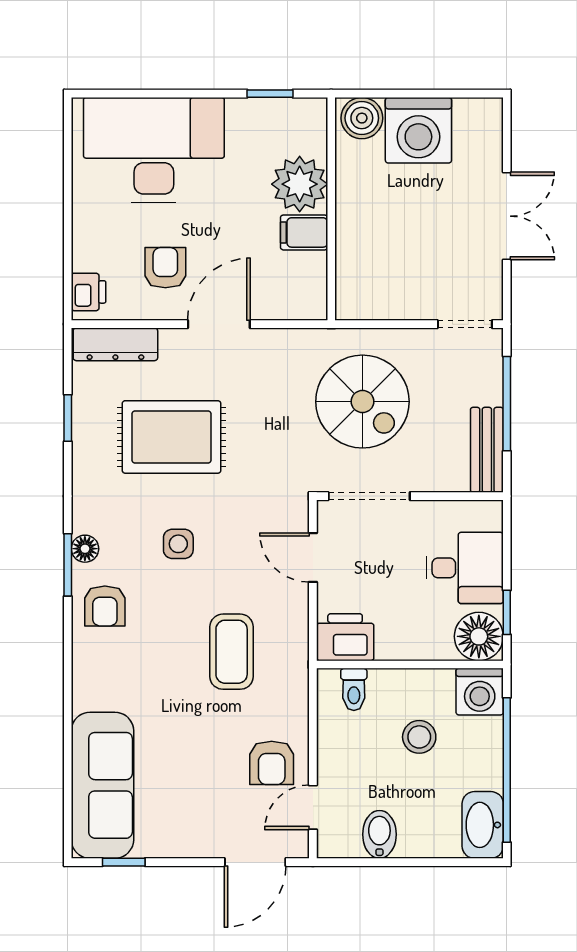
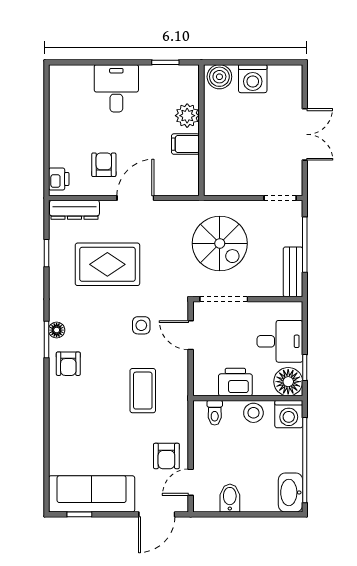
washing machine: (418, 130) -> (253, 79), width x0.73, depth x0.73
desk: (154, 150) -> (116, 88), width x0.53, depth x0.77
plant: (300, 184) -> (187, 116), width x0.73, depth x0.73
side table: (178, 544) -> (141, 325), moved
printer: (345, 637) -> (235, 382), moved
stool: (419, 737) -> (253, 413), moved
sofa: (102, 785) -> (92, 494), moved, turned -90

